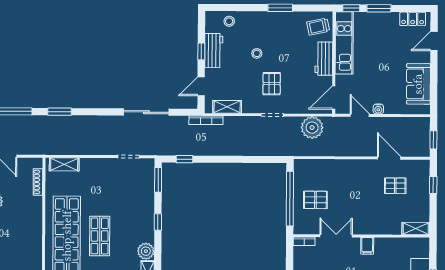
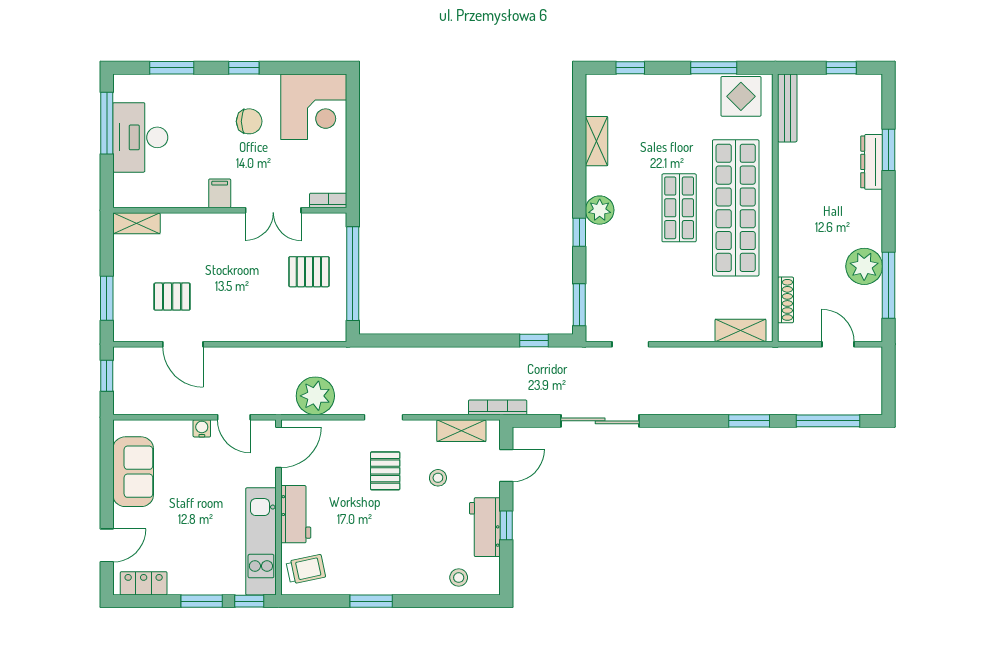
stool: (257, 53) -> (438, 478), moved
window: (433, 185) -> (107, 298), width x1.50
plant: (146, 251) -> (600, 210), moved

